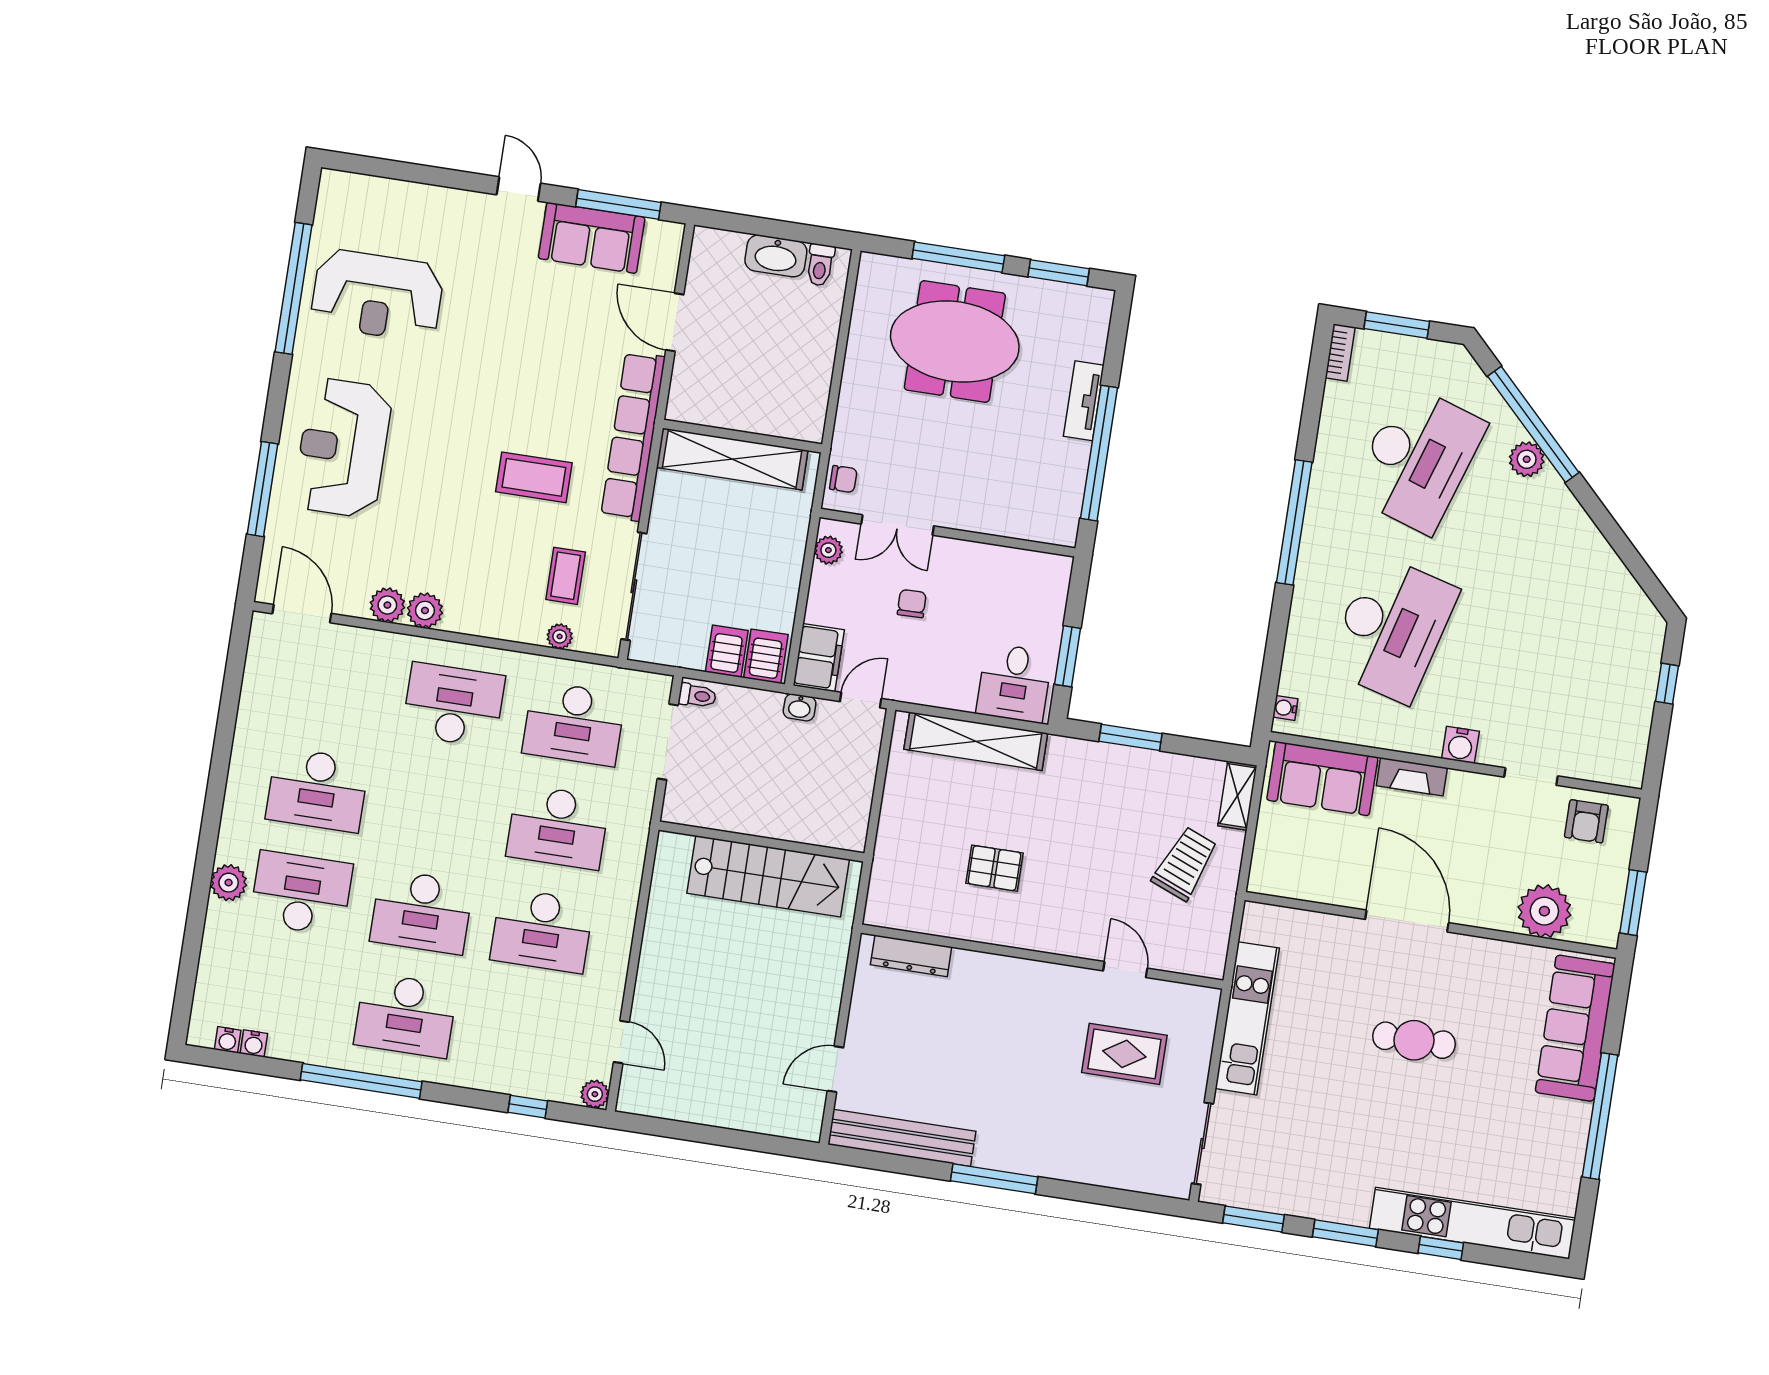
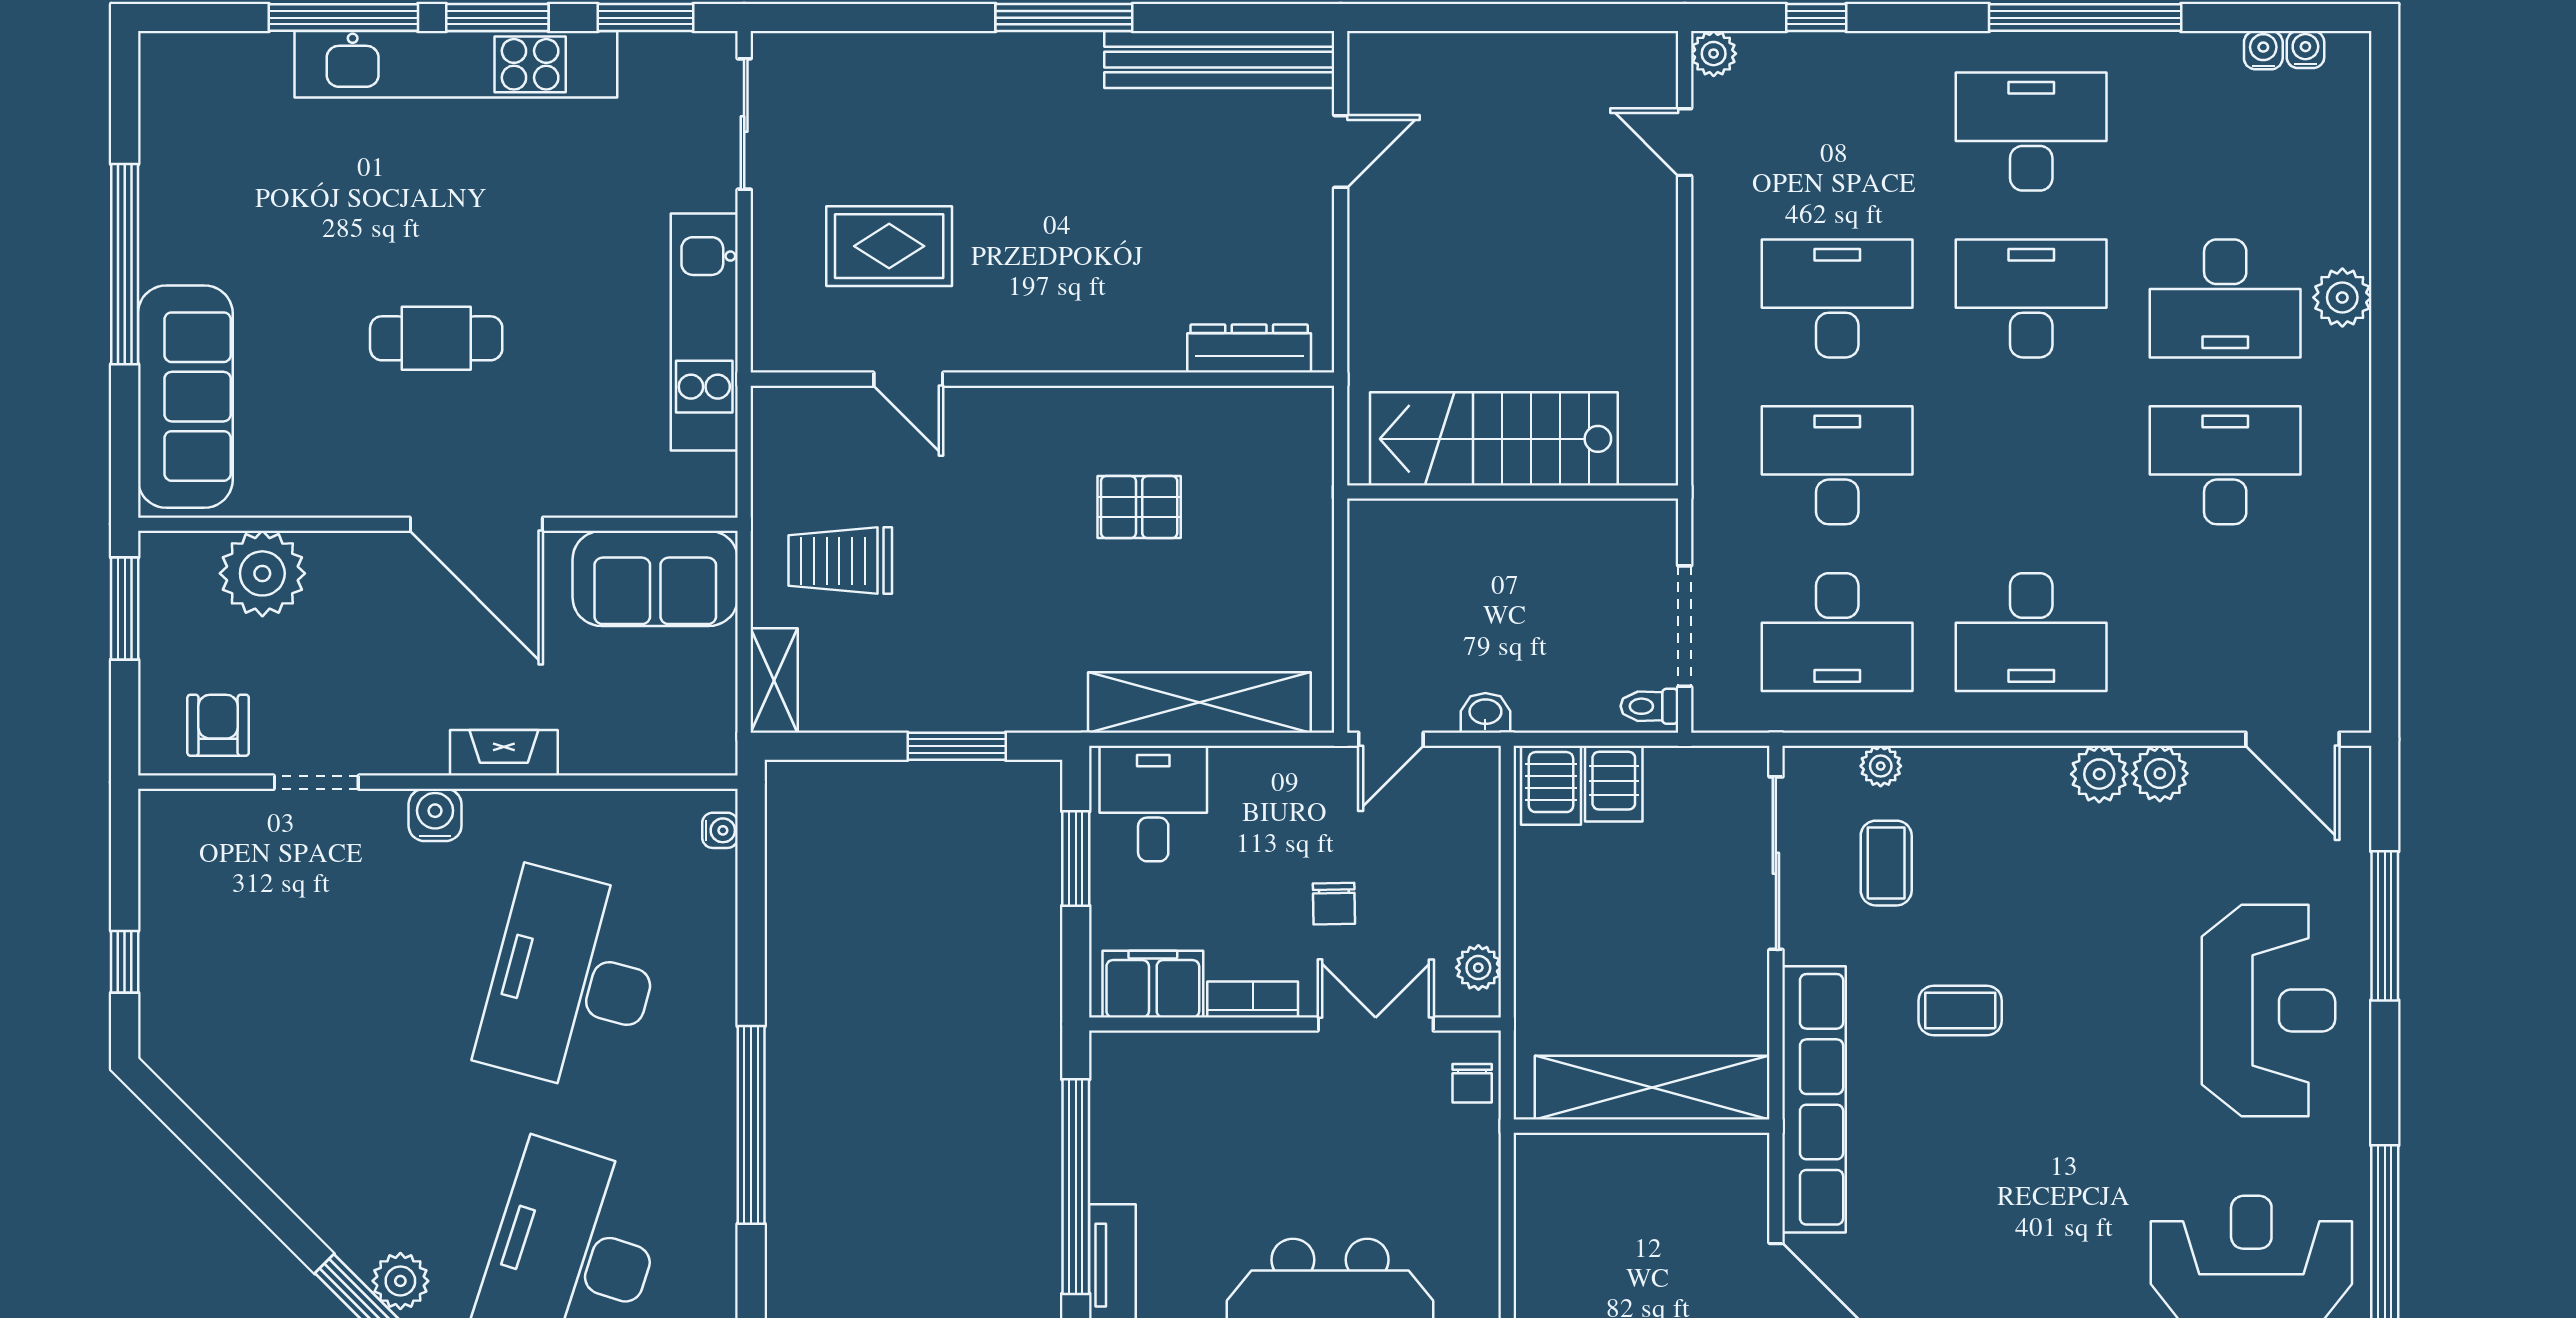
coffee table: (534, 477) -> (1960, 1011), width x0.73, depth x0.77
chair: (843, 479) -> (1472, 1083), turned -90
bookcase: (971, 552) -> (1253, 999), added
filing cabinet: (819, 658) -> (1153, 984), moved, turned 90
desk: (574, 724) -> (1837, 632), turned 180
sofa: (1322, 779) -> (655, 578), moved, turned 180
trolley: (1185, 864) -> (840, 561), turned 68
kitchen unit: (1473, 1223) -> (456, 64), moved
window: (1441, 1248) -> (343, 18), width x2.17

